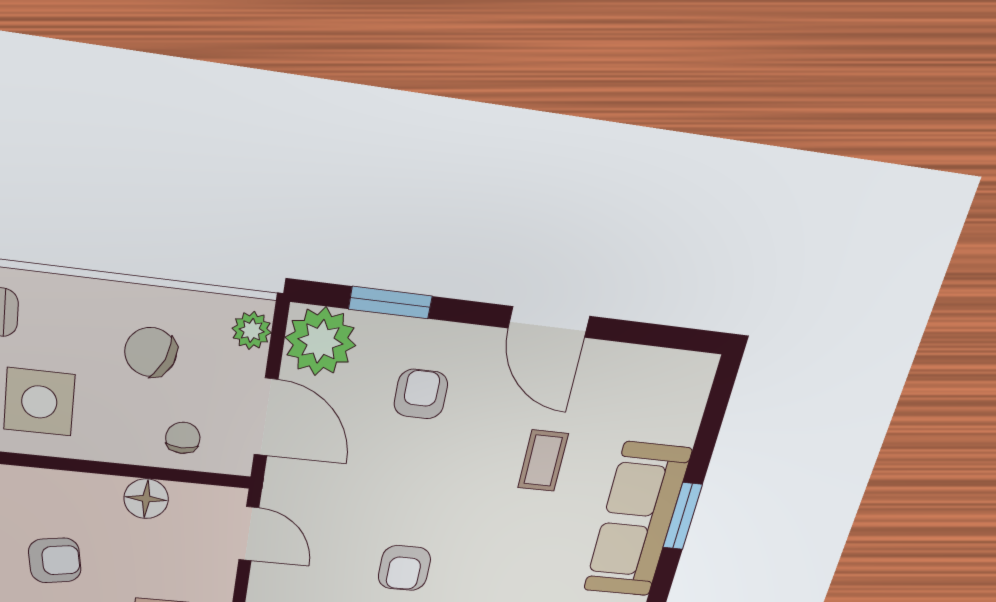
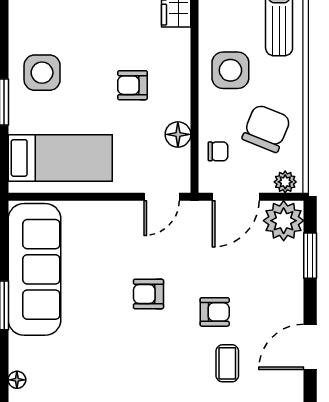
chair: (151, 352) -> (266, 128), width x1.37, depth x1.37
armchair: (421, 394) -> (215, 312), moved
coffee table: (543, 461) -> (227, 363), turned 90
armchair: (55, 560) -> (132, 85), turned 99

